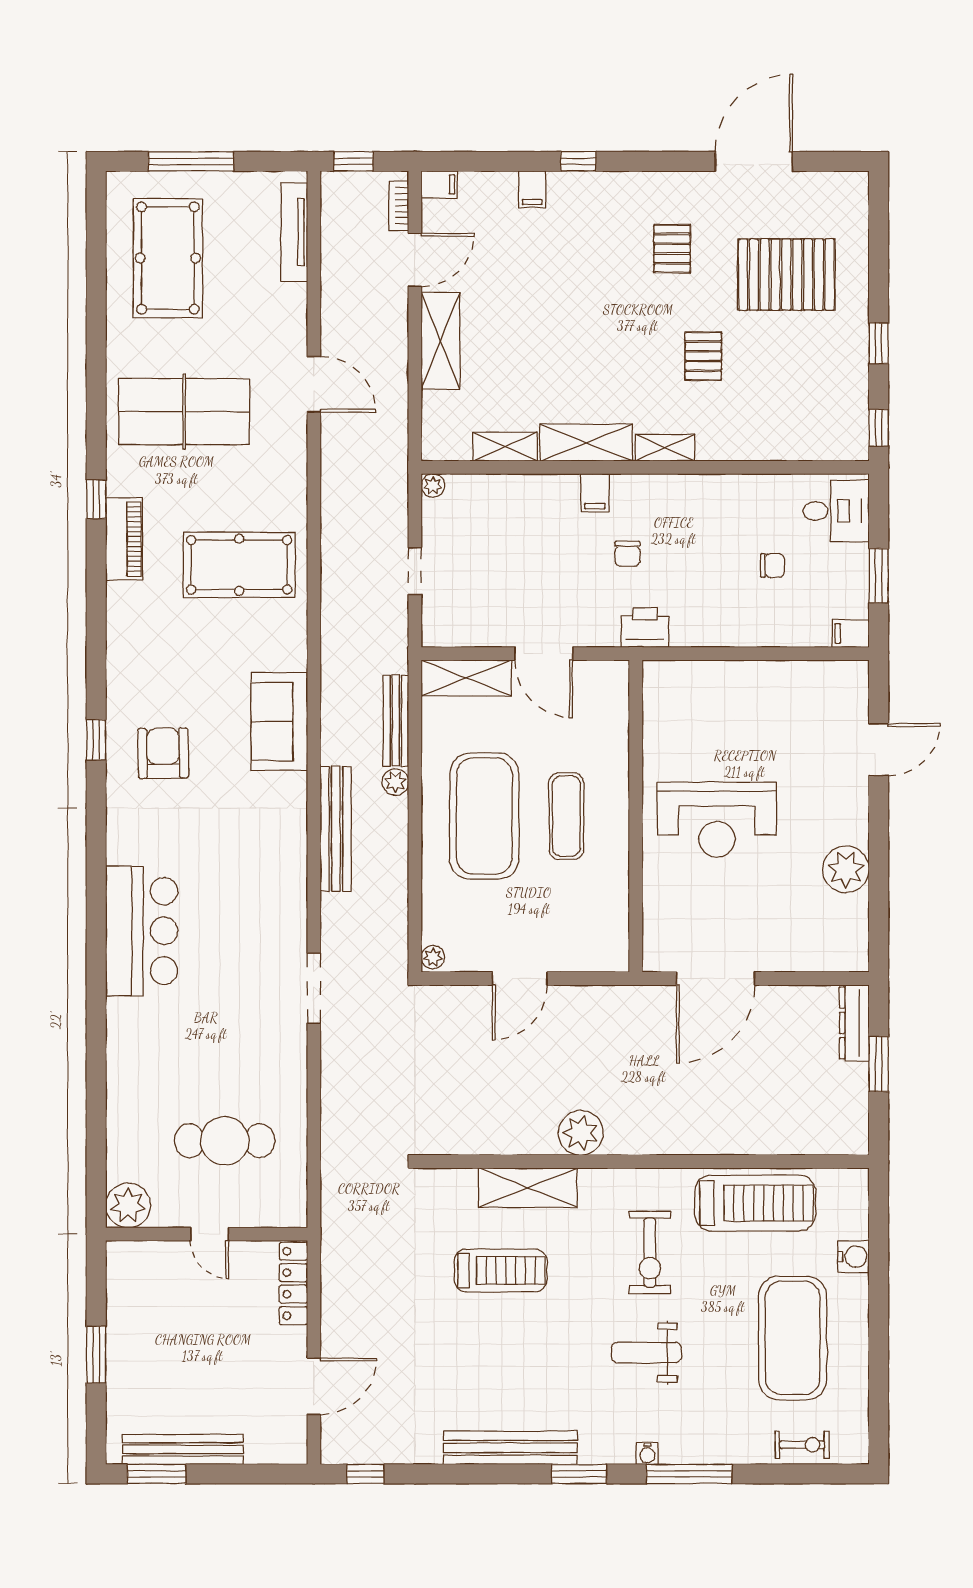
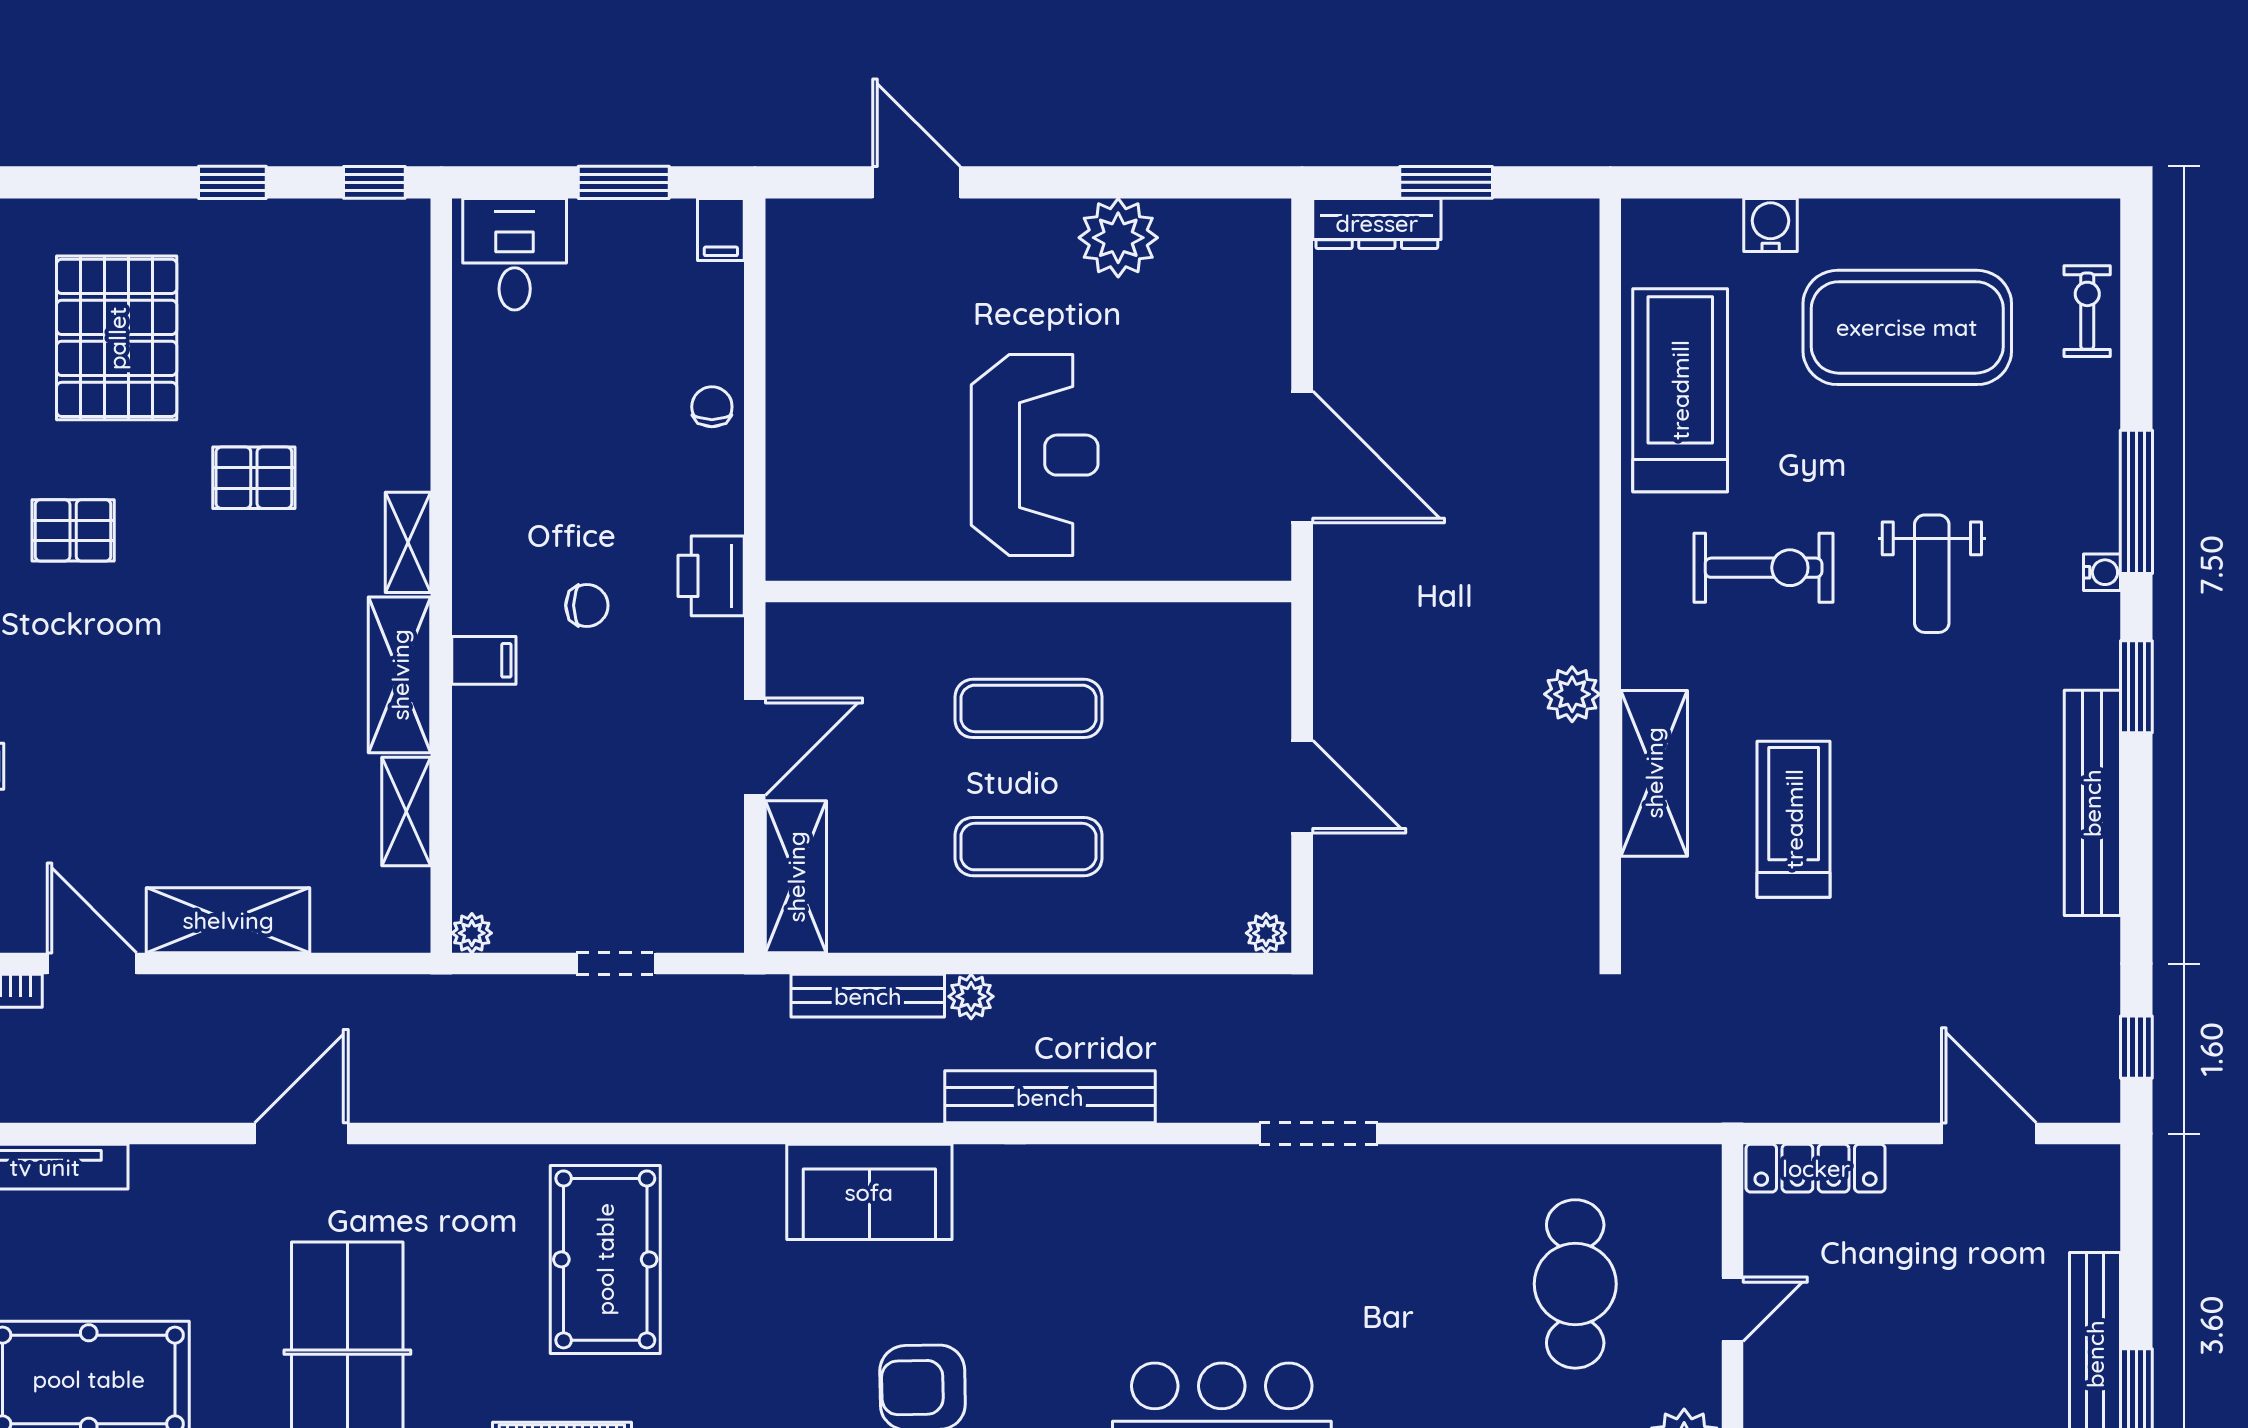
chair: (772, 565) -> (712, 407), moved
exercise mat: (484, 816) -> (1028, 847), width x0.50, depth x0.69
plant: (581, 1133) -> (1572, 694), width x0.73, depth x0.73

